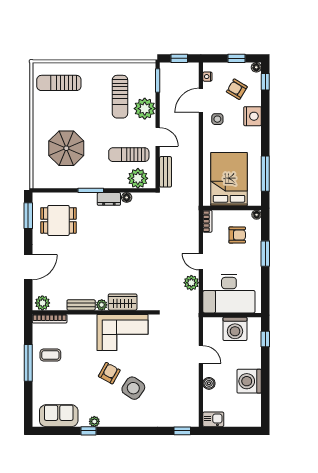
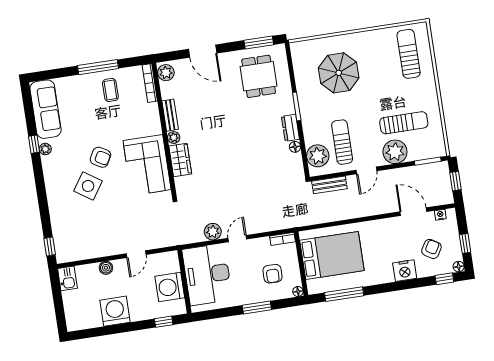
sun lounger: (120, 97) -> (404, 123), turned 180
side table: (217, 119) -> (396, 233), removed
sofa: (59, 416) -> (46, 109), width x1.36

